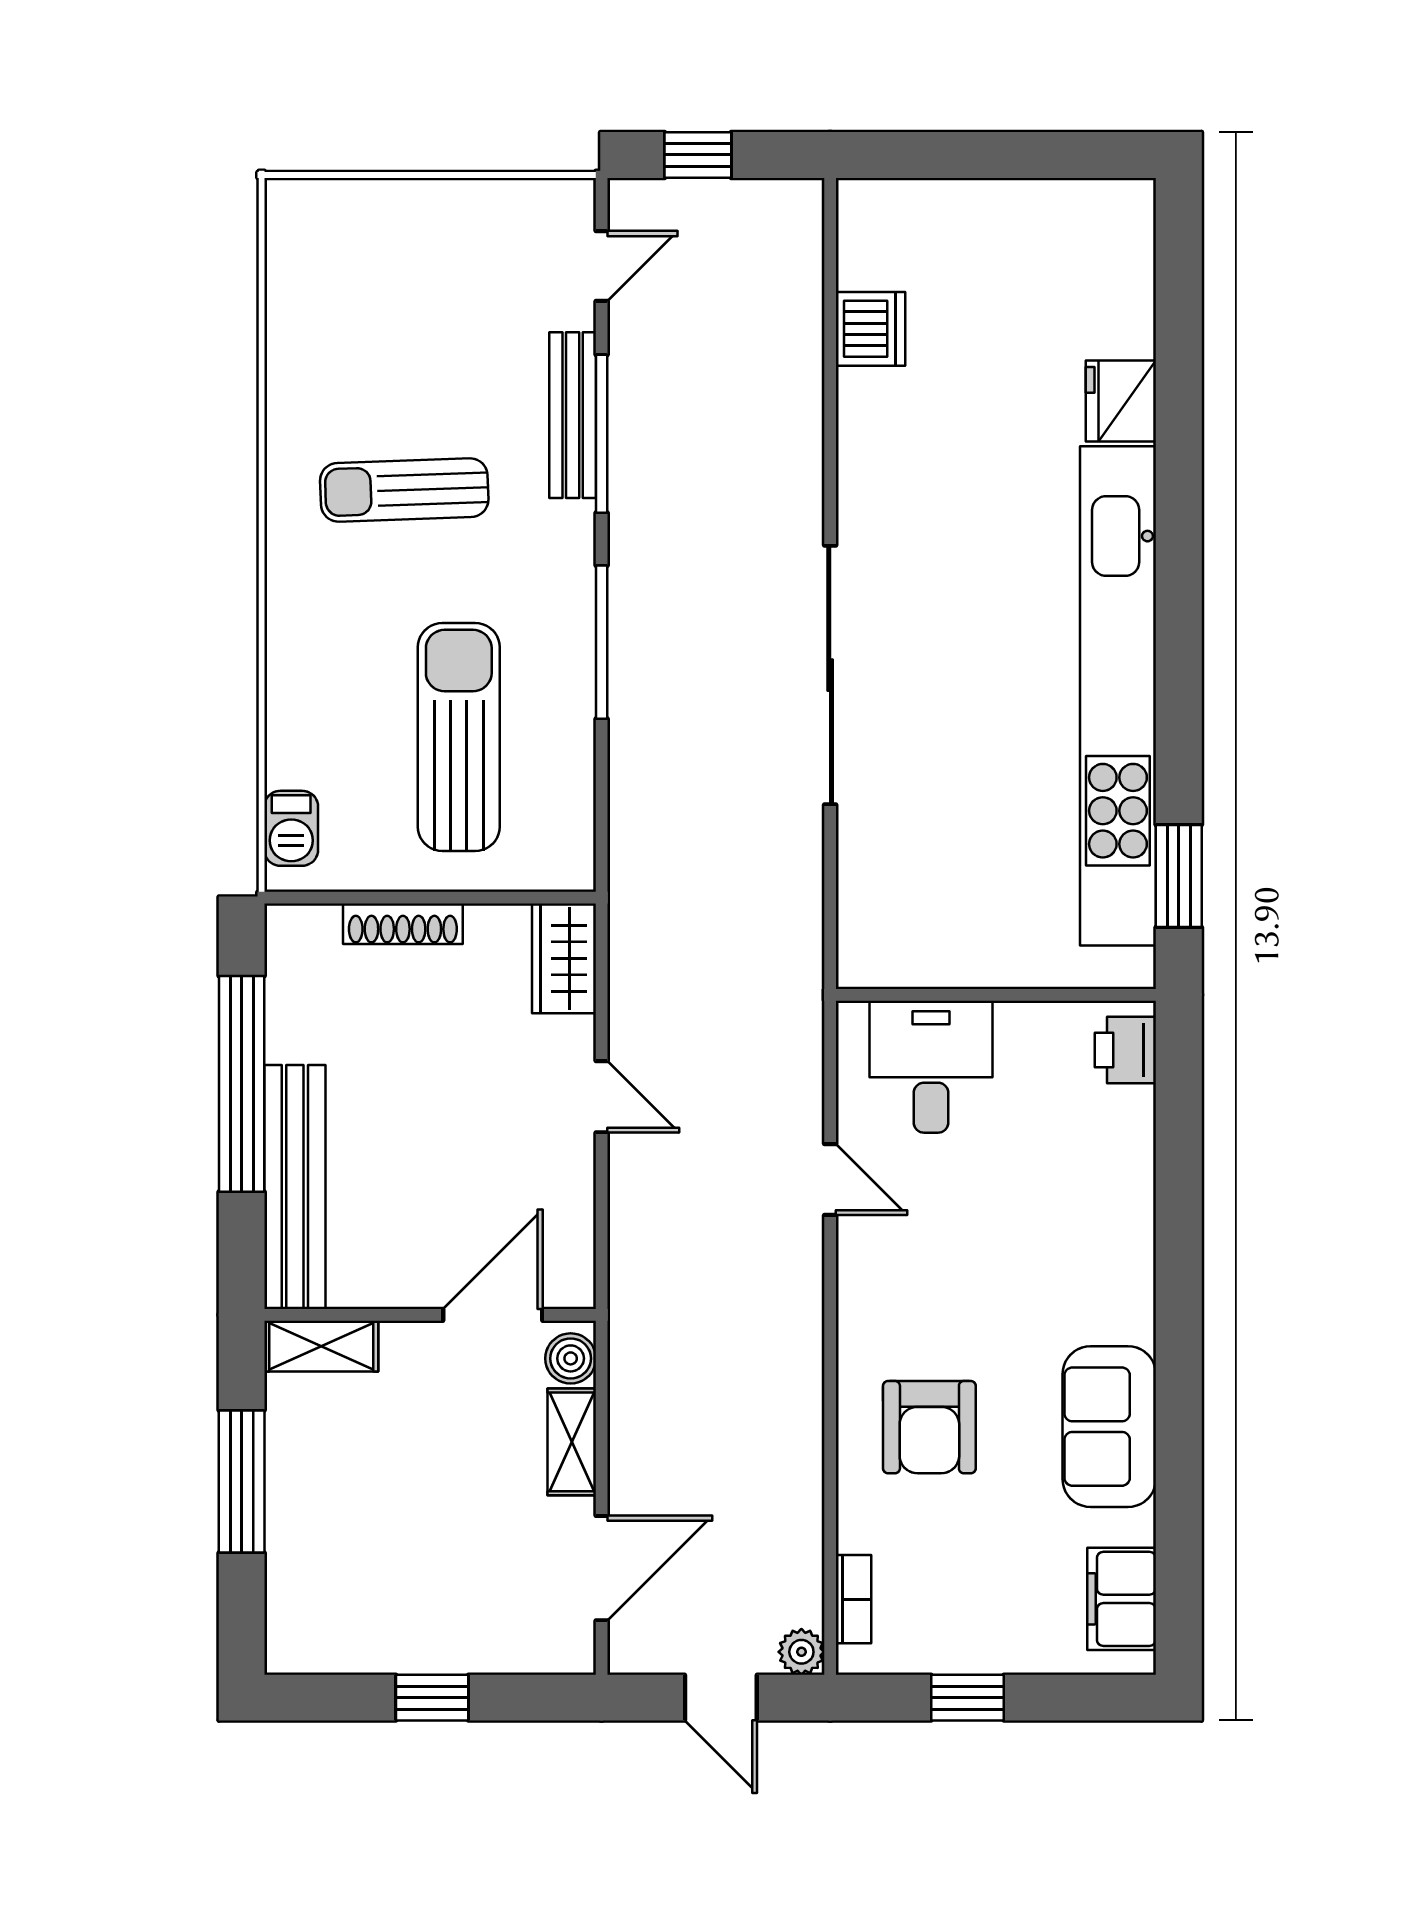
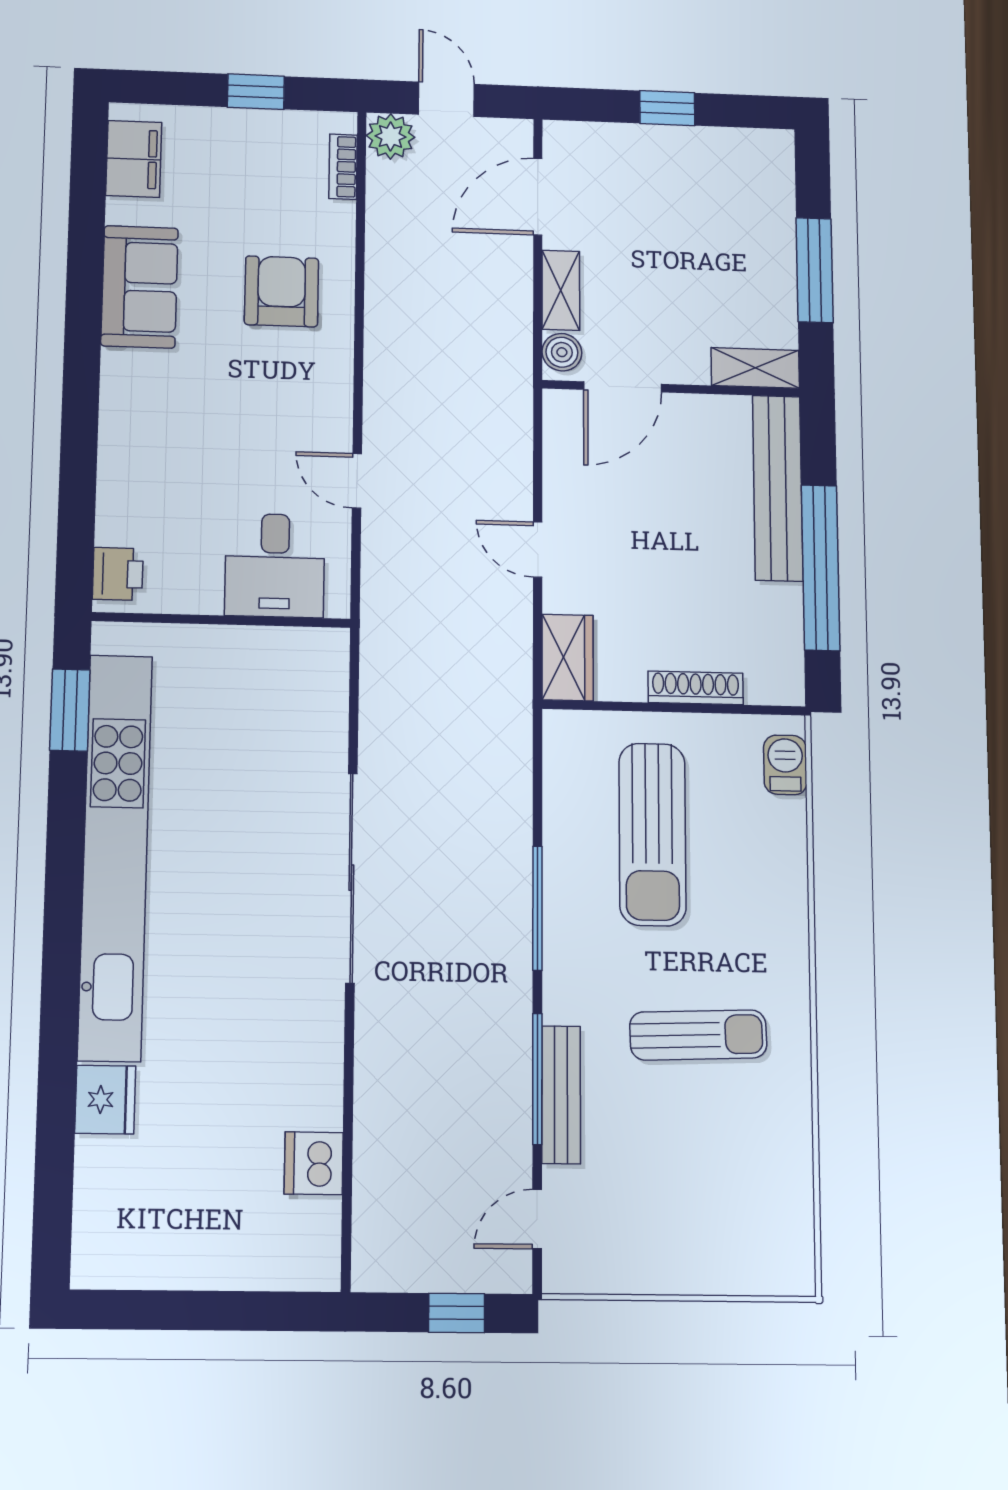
plant: (801, 1652) -> (391, 136), width x1.38, depth x1.38

